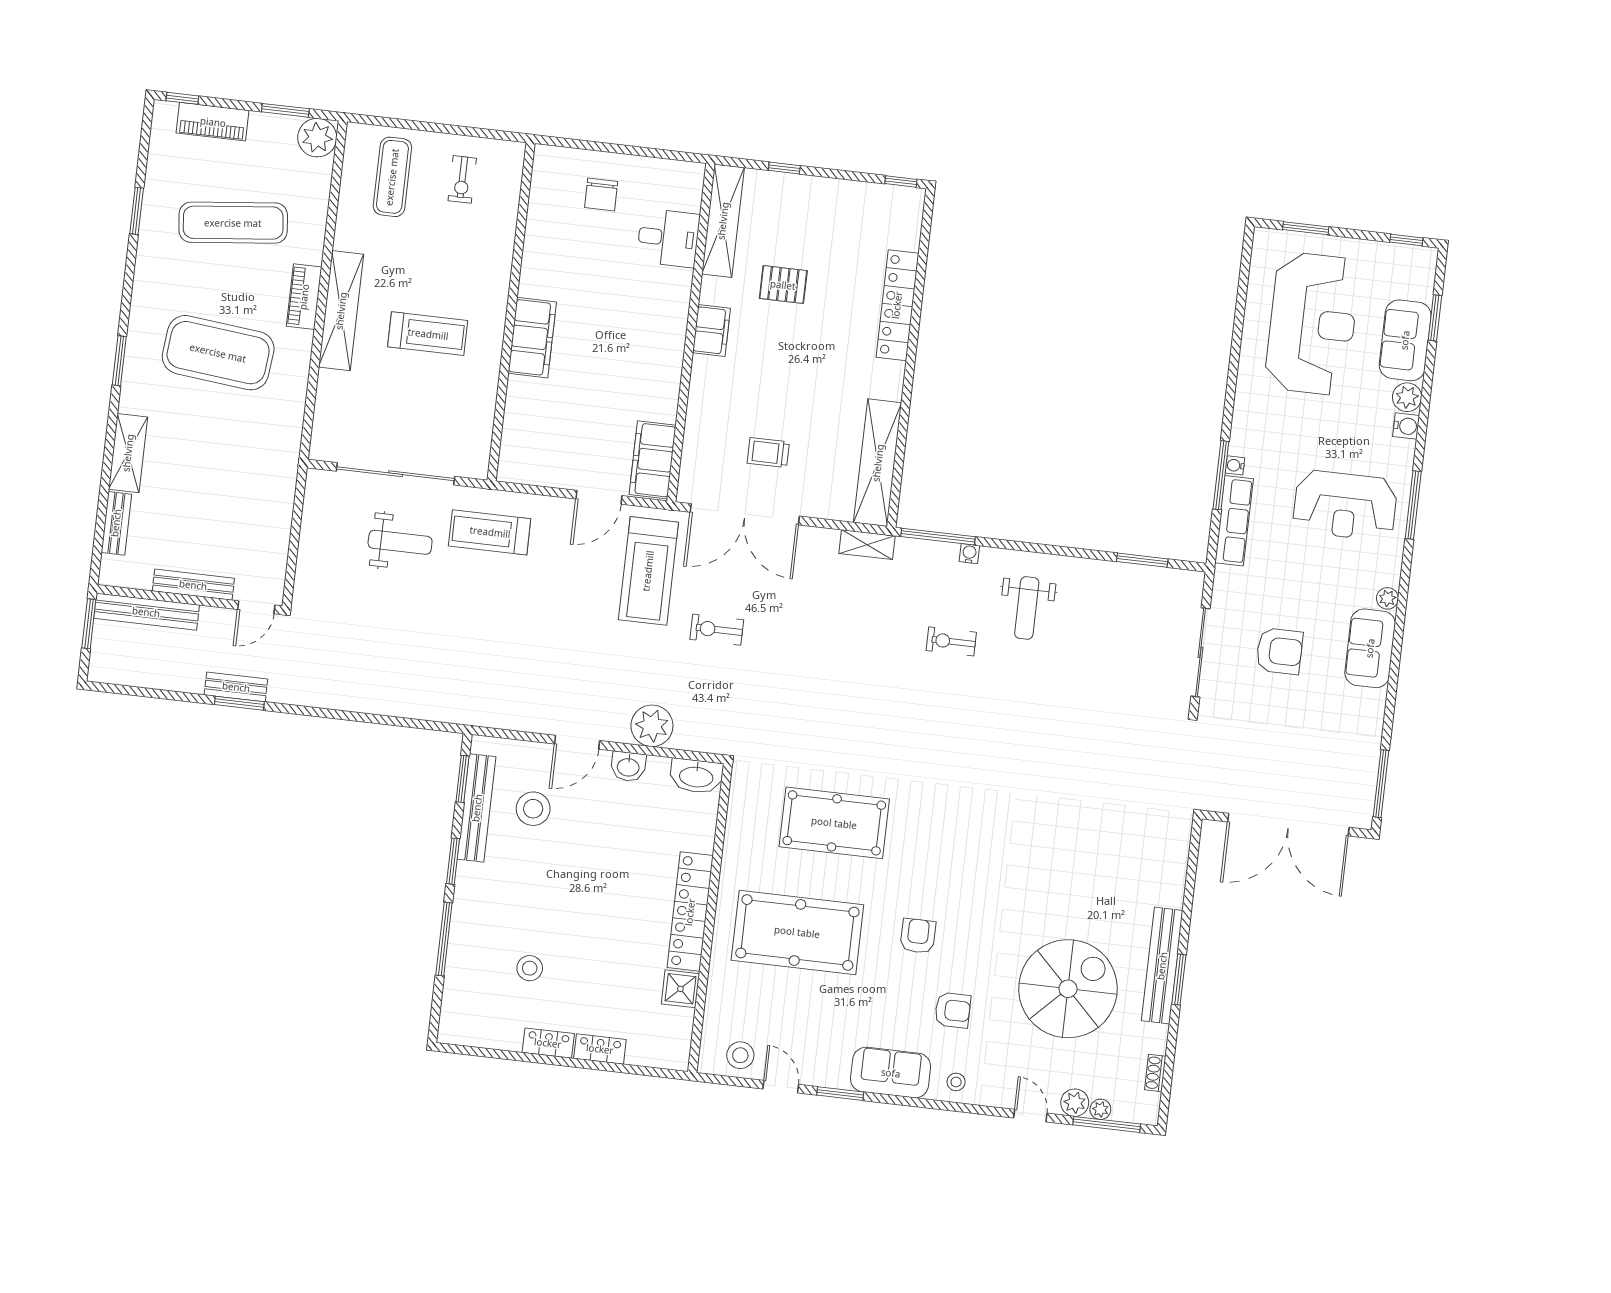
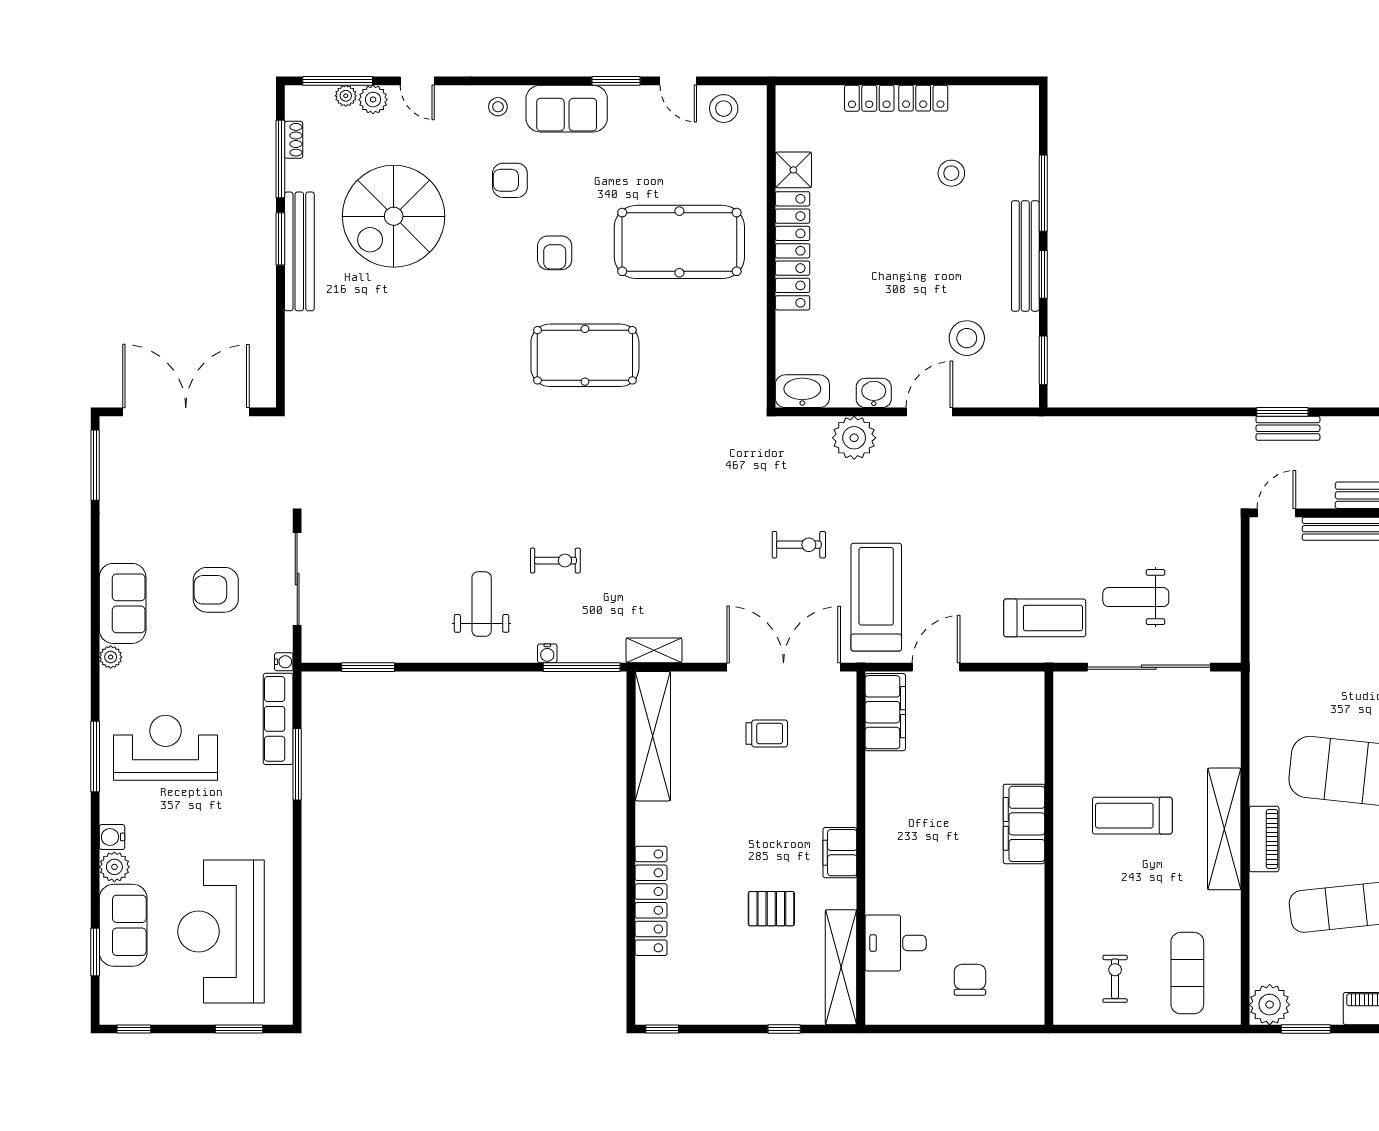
water cooler: (1235, 465) -> (284, 662), moved
bench: (477, 808) -> (1025, 256), moved
pool table: (834, 823) -> (585, 355), moved
window: (1170, 1056) -> (280, 159), added

